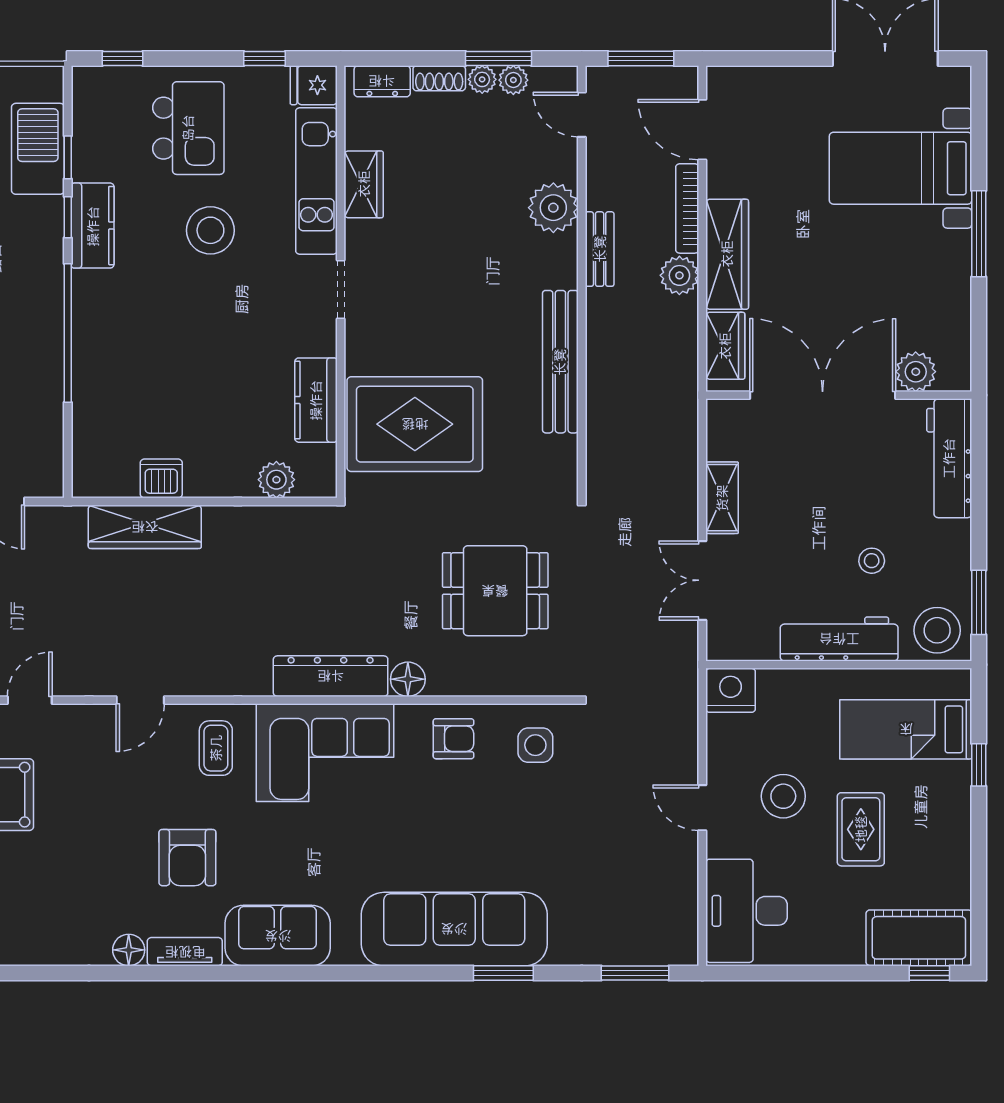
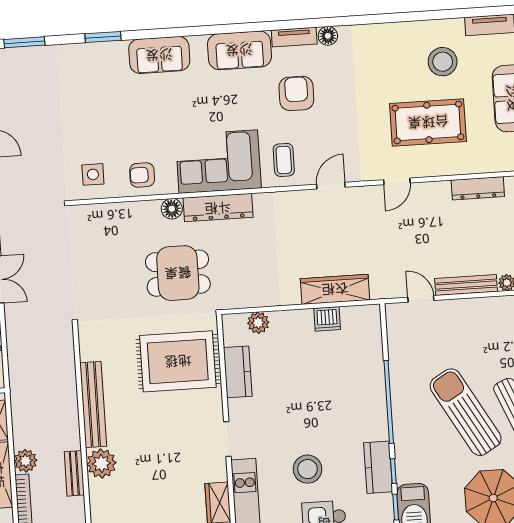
plant: (553, 208) -> (101, 463), moved
dining table: (495, 591) -> (178, 273), moved
sofa: (454, 929) -> (159, 55), width x0.54, depth x0.79

